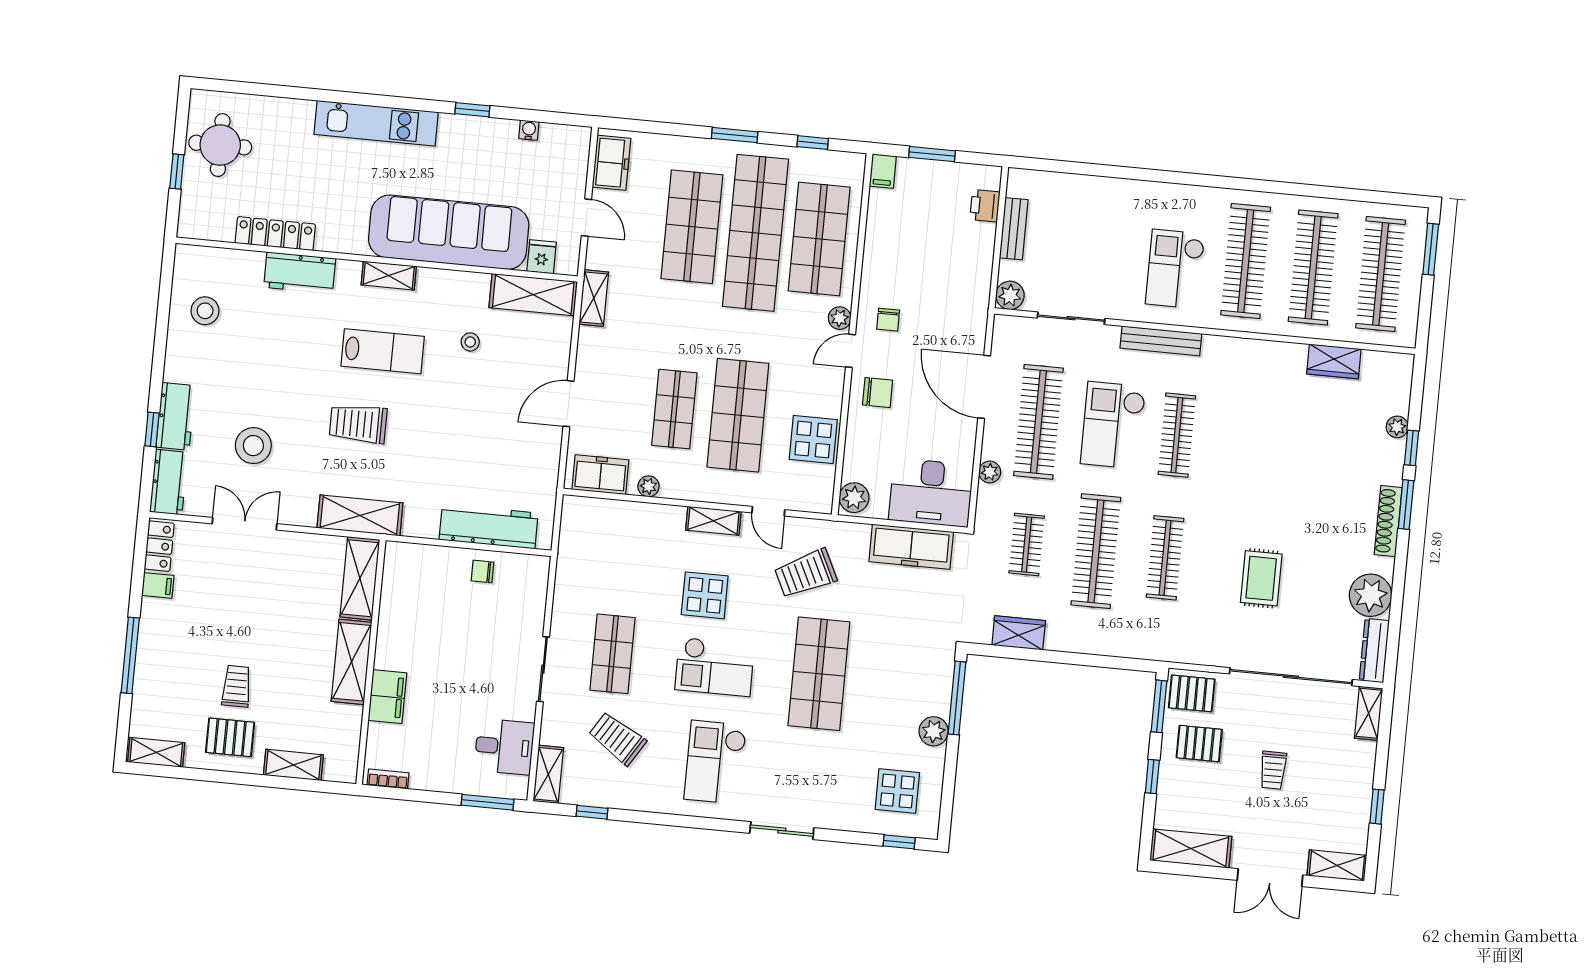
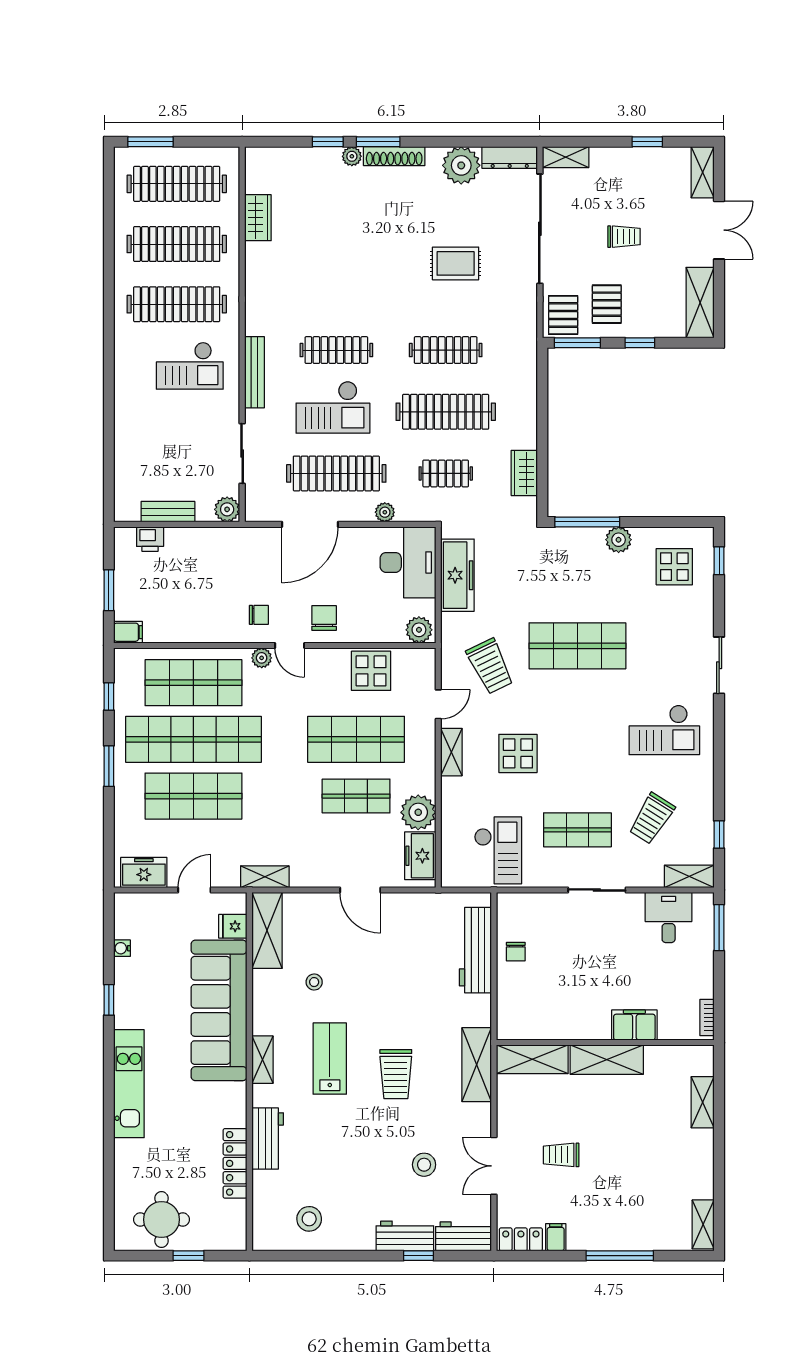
plant: (1397, 427) -> (352, 156), moved
stool: (253, 446) -> (424, 1165), width x0.73, depth x0.73
plant: (648, 486) -> (418, 812), width x1.88, depth x1.88
checkout: (715, 667) -> (498, 850), moved
trolley: (237, 686) -> (561, 1155), moved
pallet: (230, 737) -> (684, 1160), removed

